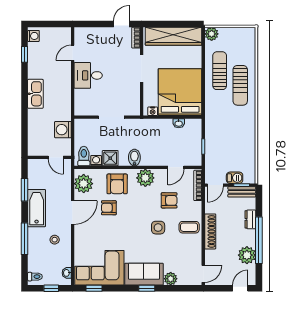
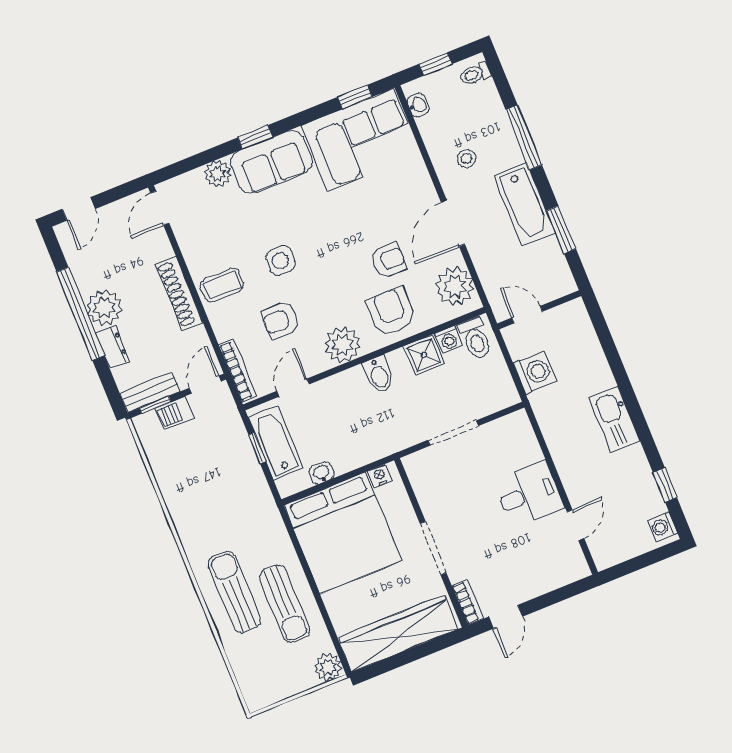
bathtub: (194, 146) -> (276, 442), added
plant: (247, 255) -> (104, 308), moved

